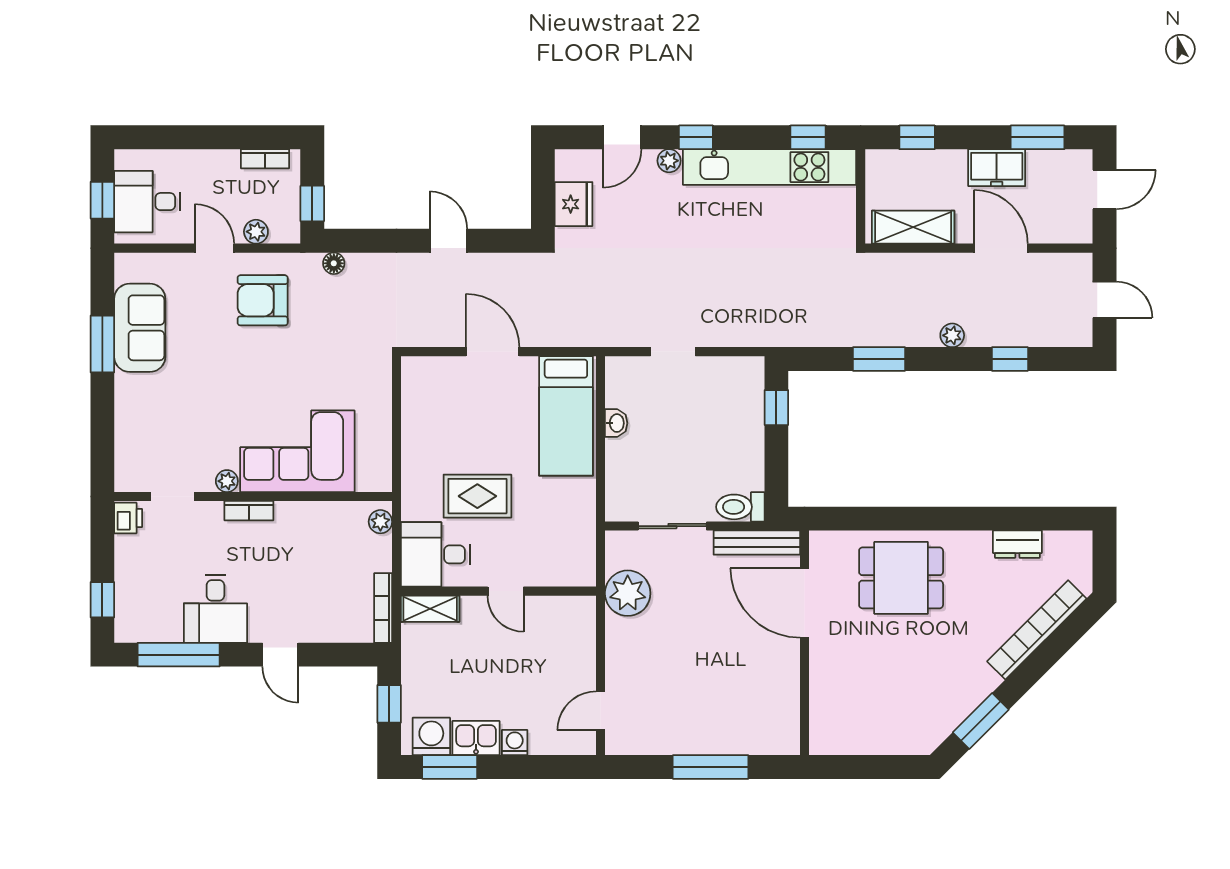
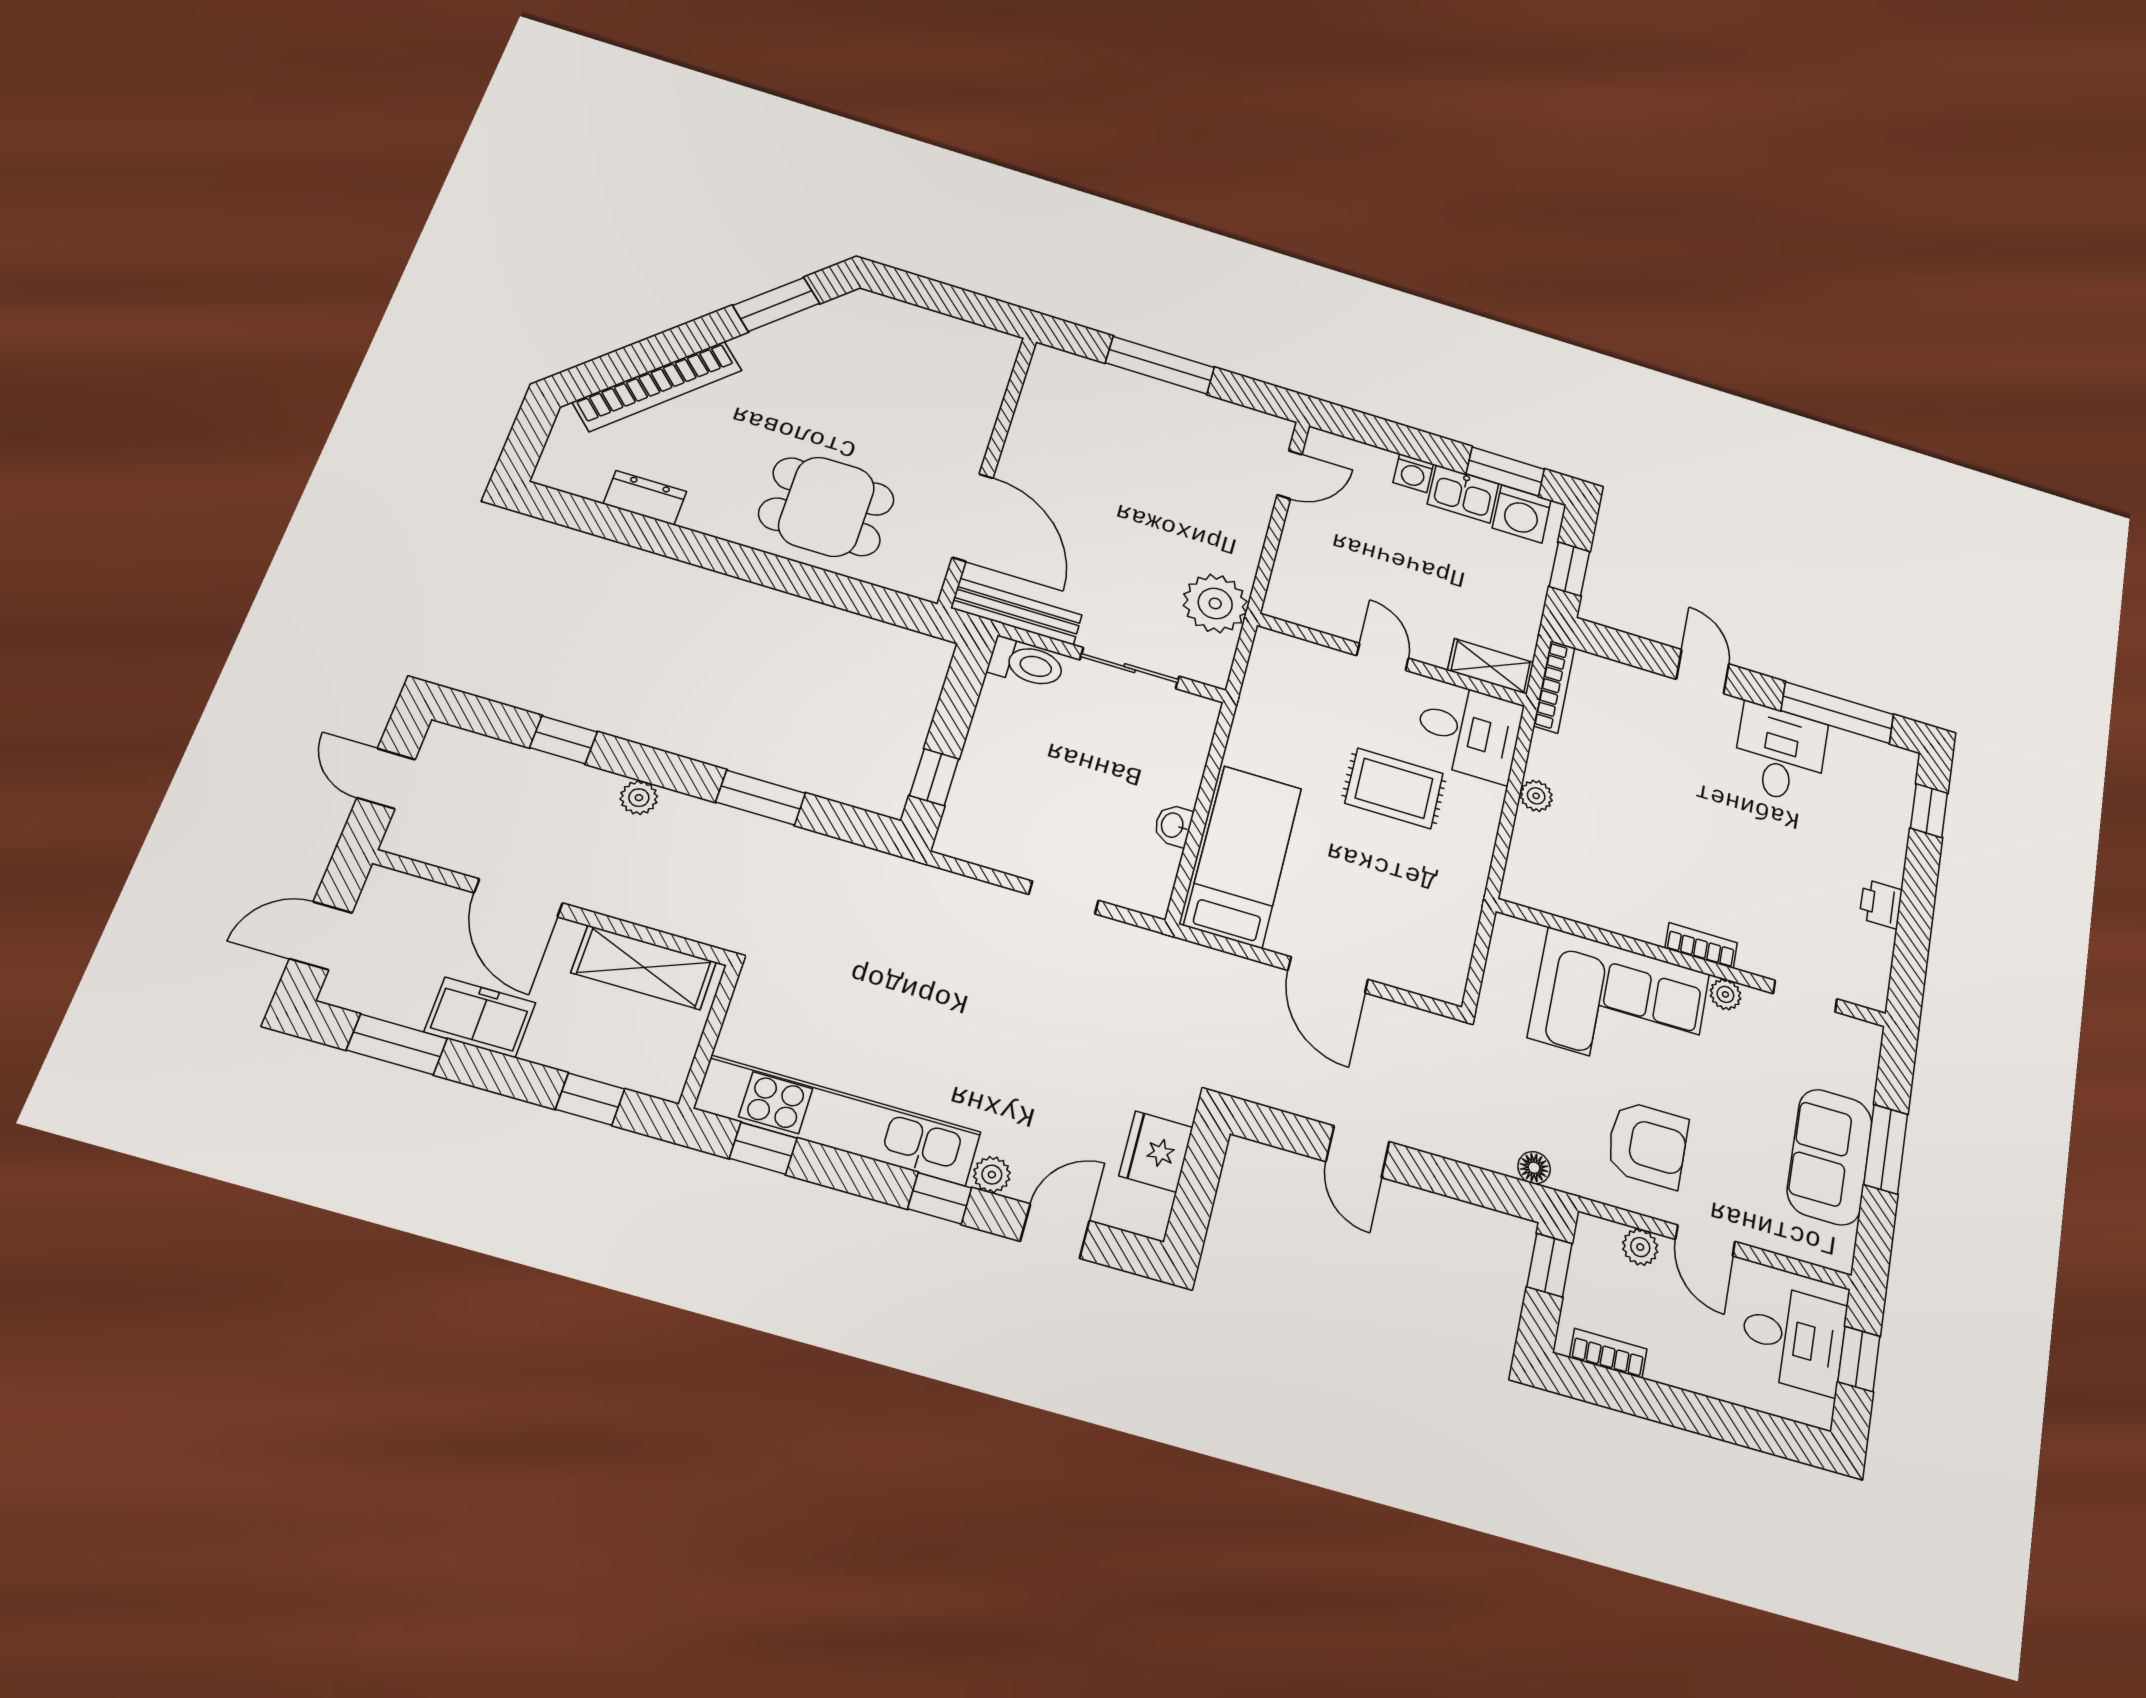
corner sofa: (297, 451) -> (1619, 1006), moved
plant: (227, 481) -> (1725, 994), moved
doorway: (172, 496) -> (1805, 996), moved
wall: (253, 496) -> (1692, 963), moved
bookcase: (249, 511) -> (1701, 946), moved

